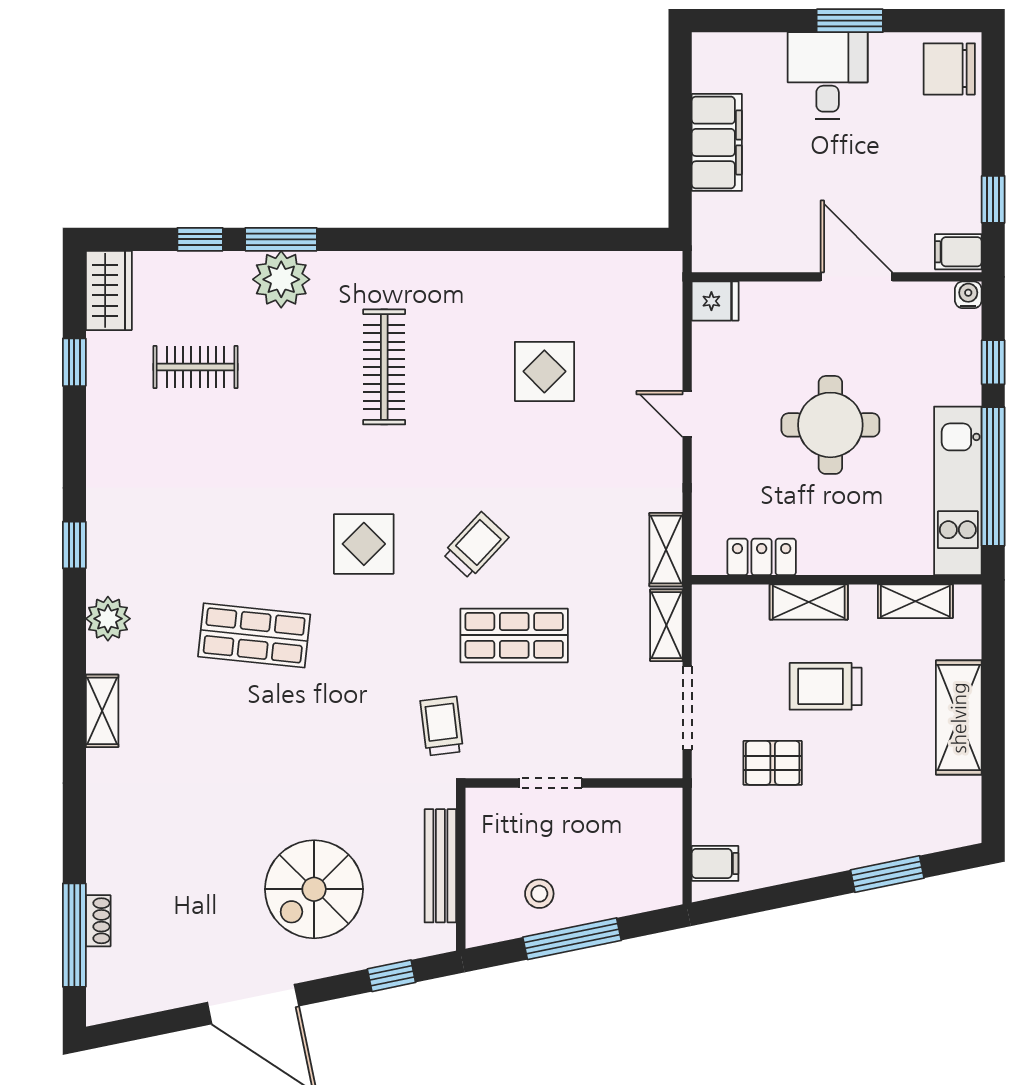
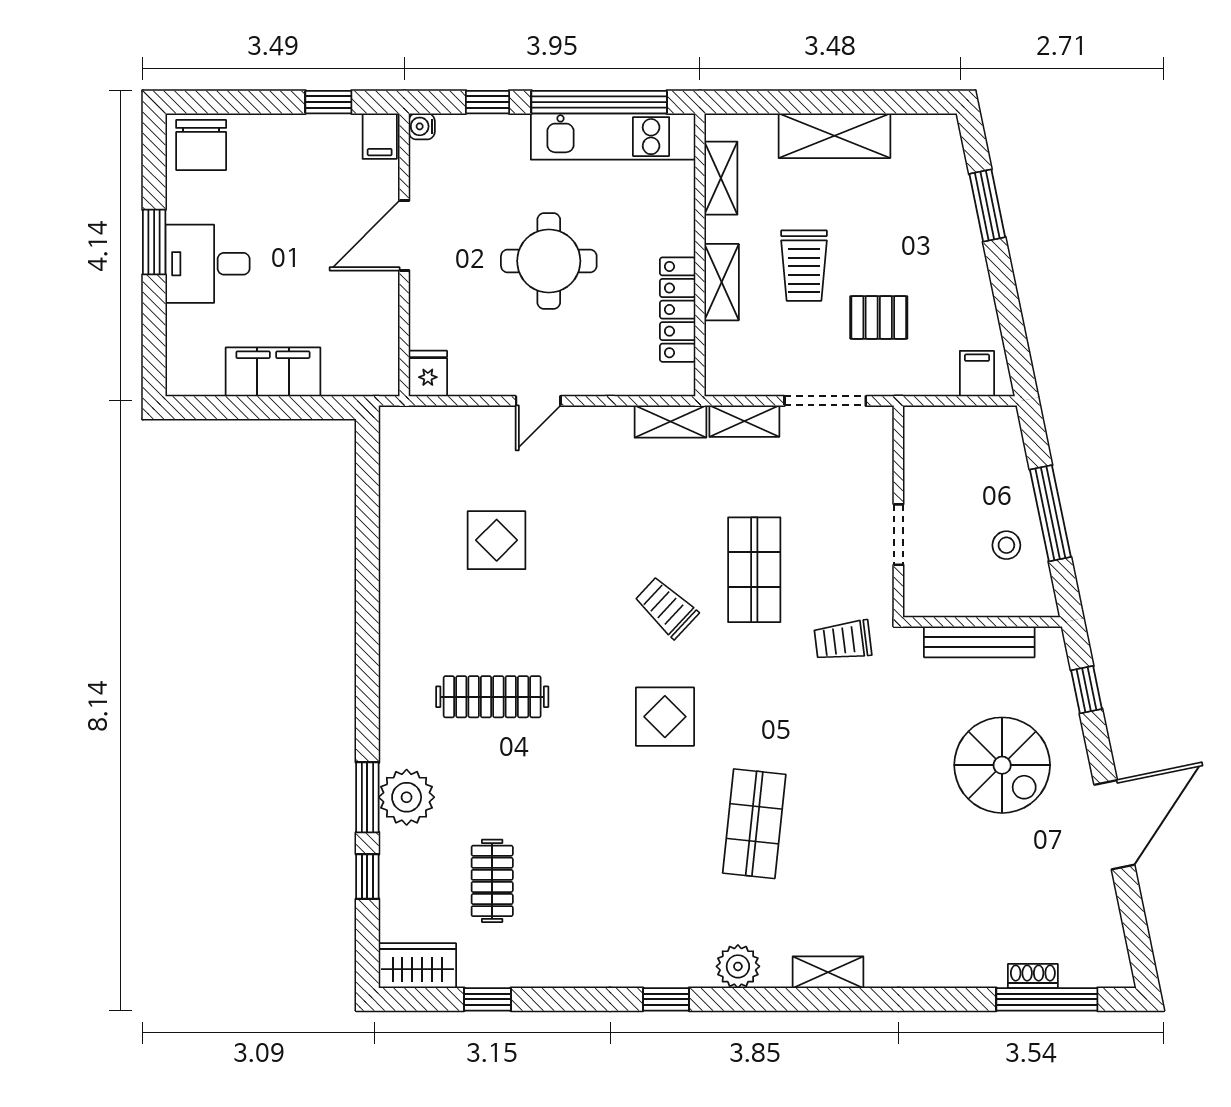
locker: (762, 557) -> (678, 310), width x1.53
pallet: (773, 763) -> (879, 317), turned 90

